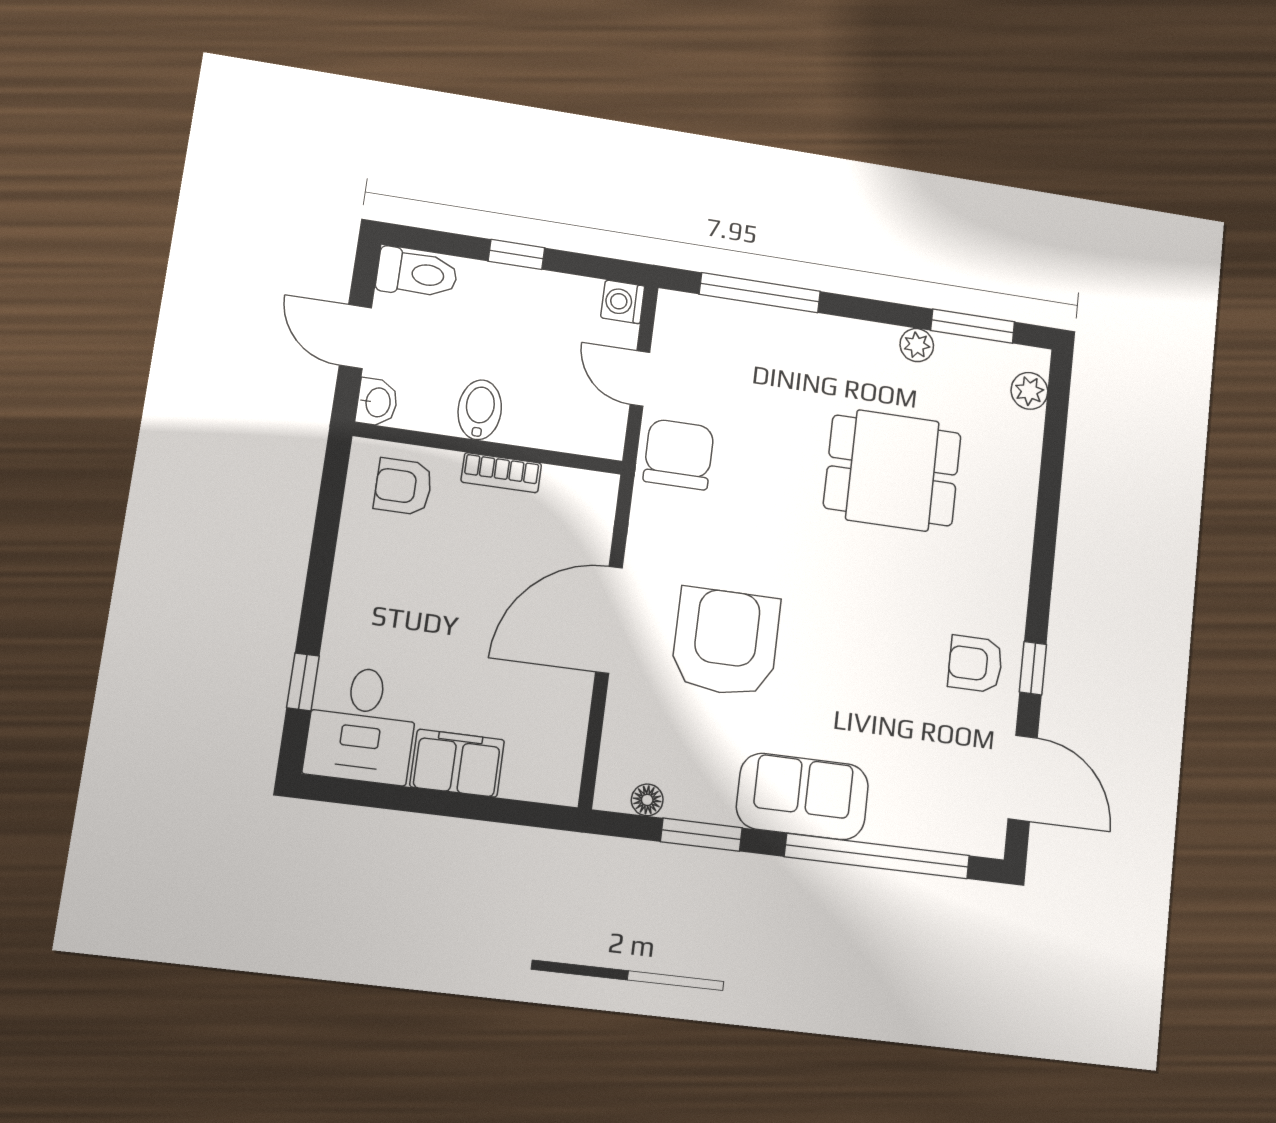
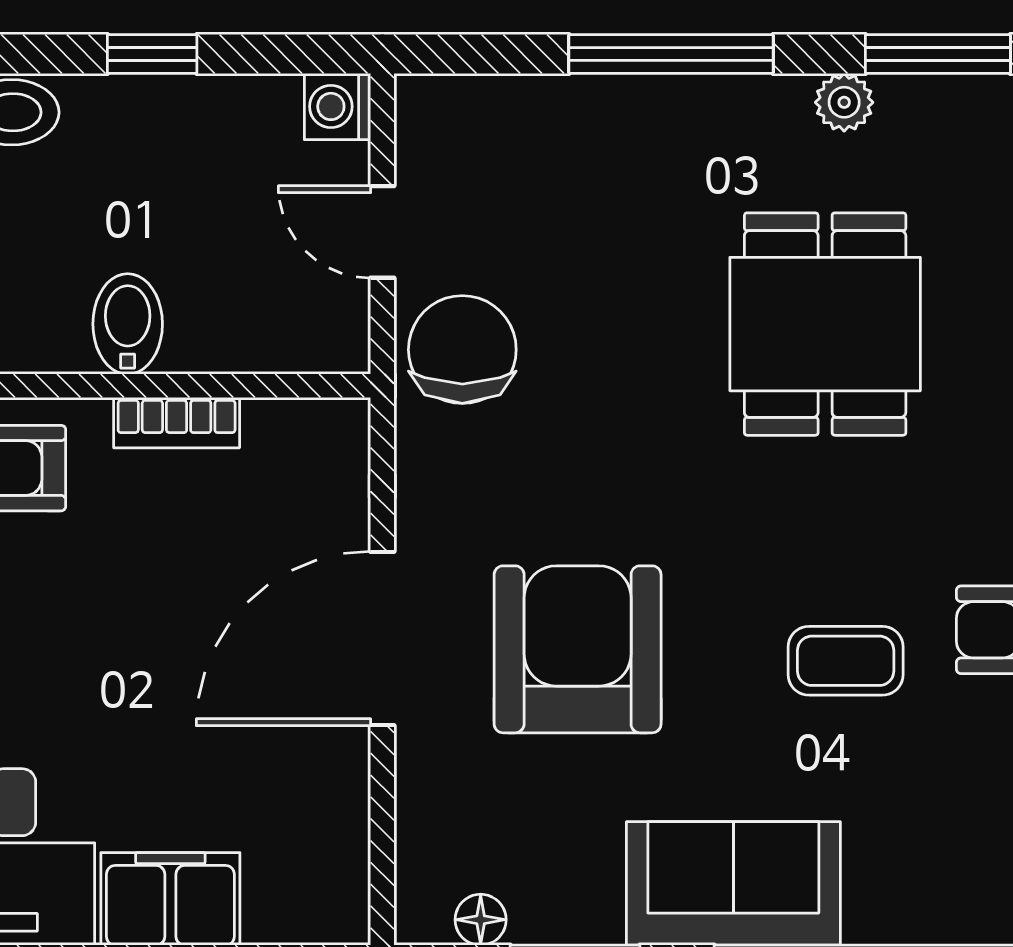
window: (760, 293) -> (671, 54), moved
dining table: (892, 470) -> (825, 324), turned 90
coffee table: (883, 670) -> (846, 661), added

